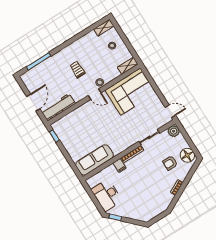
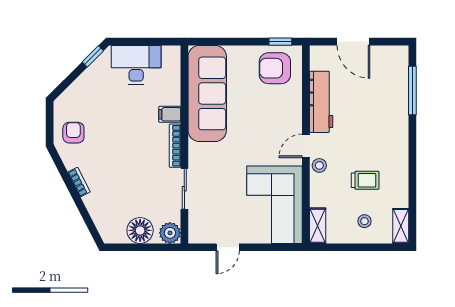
trolley: (77, 70) -> (365, 180), moved
workbench: (58, 107) -> (321, 102), moved
door: (170, 111) -> (228, 247), moved
armchair: (68, 131) -> (275, 68), added
floor lamp: (187, 155) -> (140, 230), moved
sofa: (95, 160) -> (207, 93), width x1.36, depth x1.27
armchair: (170, 163) -> (73, 133), moved

